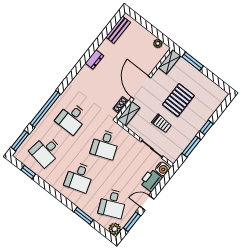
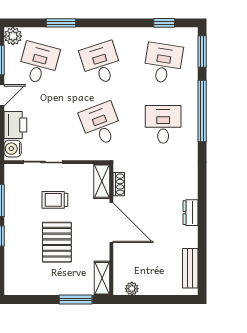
desk: (112, 204) -> (39, 63), turned 39

